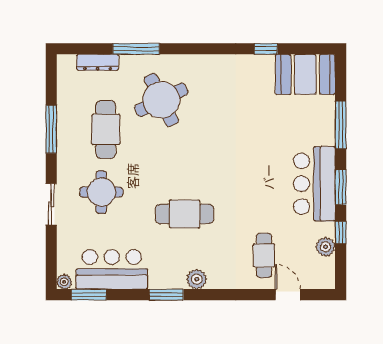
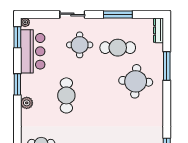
dresser: (98, 62) -> (159, 30), moved
round table: (161, 100) -> (136, 81), turned 30

